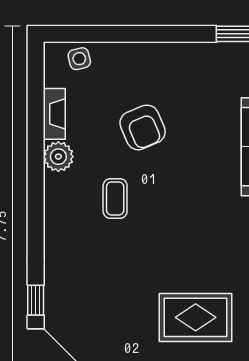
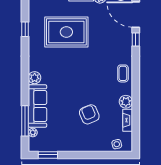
coffee table: (115, 199) -> (123, 73), moved
rug: (196, 317) -> (66, 32), width x1.37, depth x1.44

